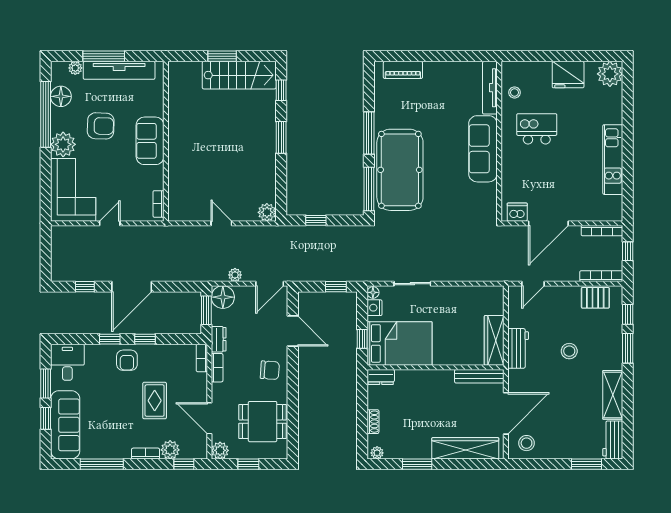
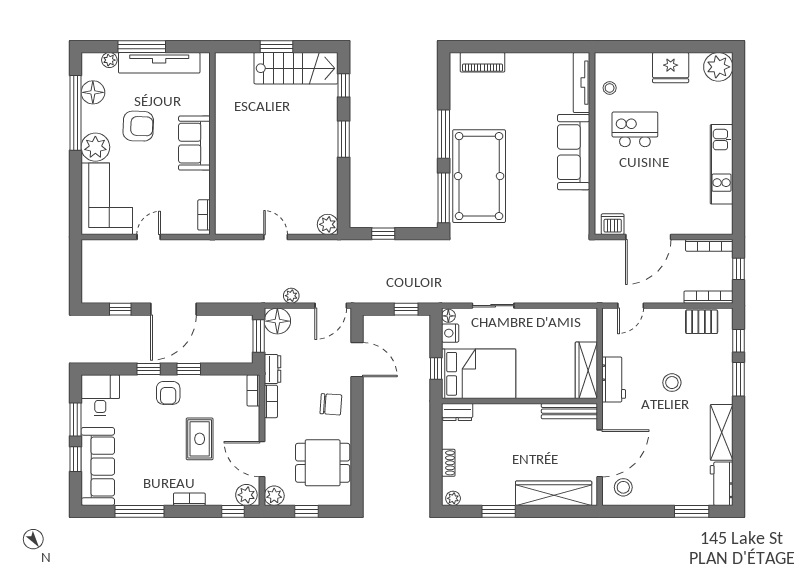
plant: (170, 450) -> (246, 495), moved

